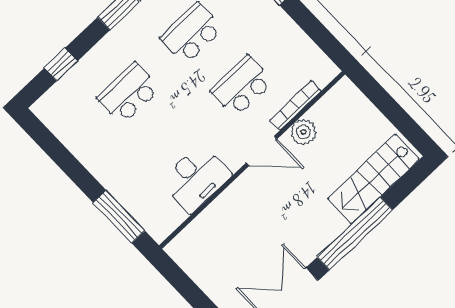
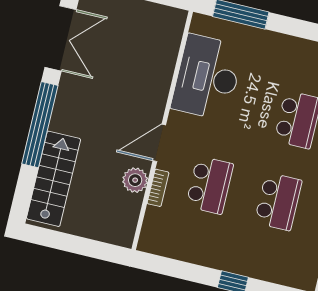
bookcase: (295, 105) -> (158, 188), width x0.64
desk: (196, 178) -> (207, 77), width x1.36, depth x1.30

